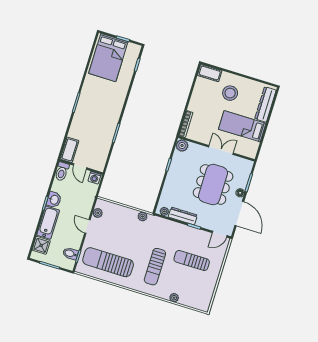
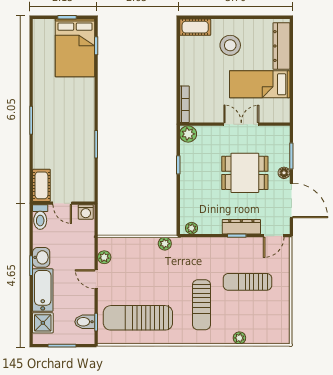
bed: (108, 57) -> (75, 48), moved
dining table: (213, 185) -> (245, 173), width x0.73
dresser: (183, 216) -> (241, 227), moved

